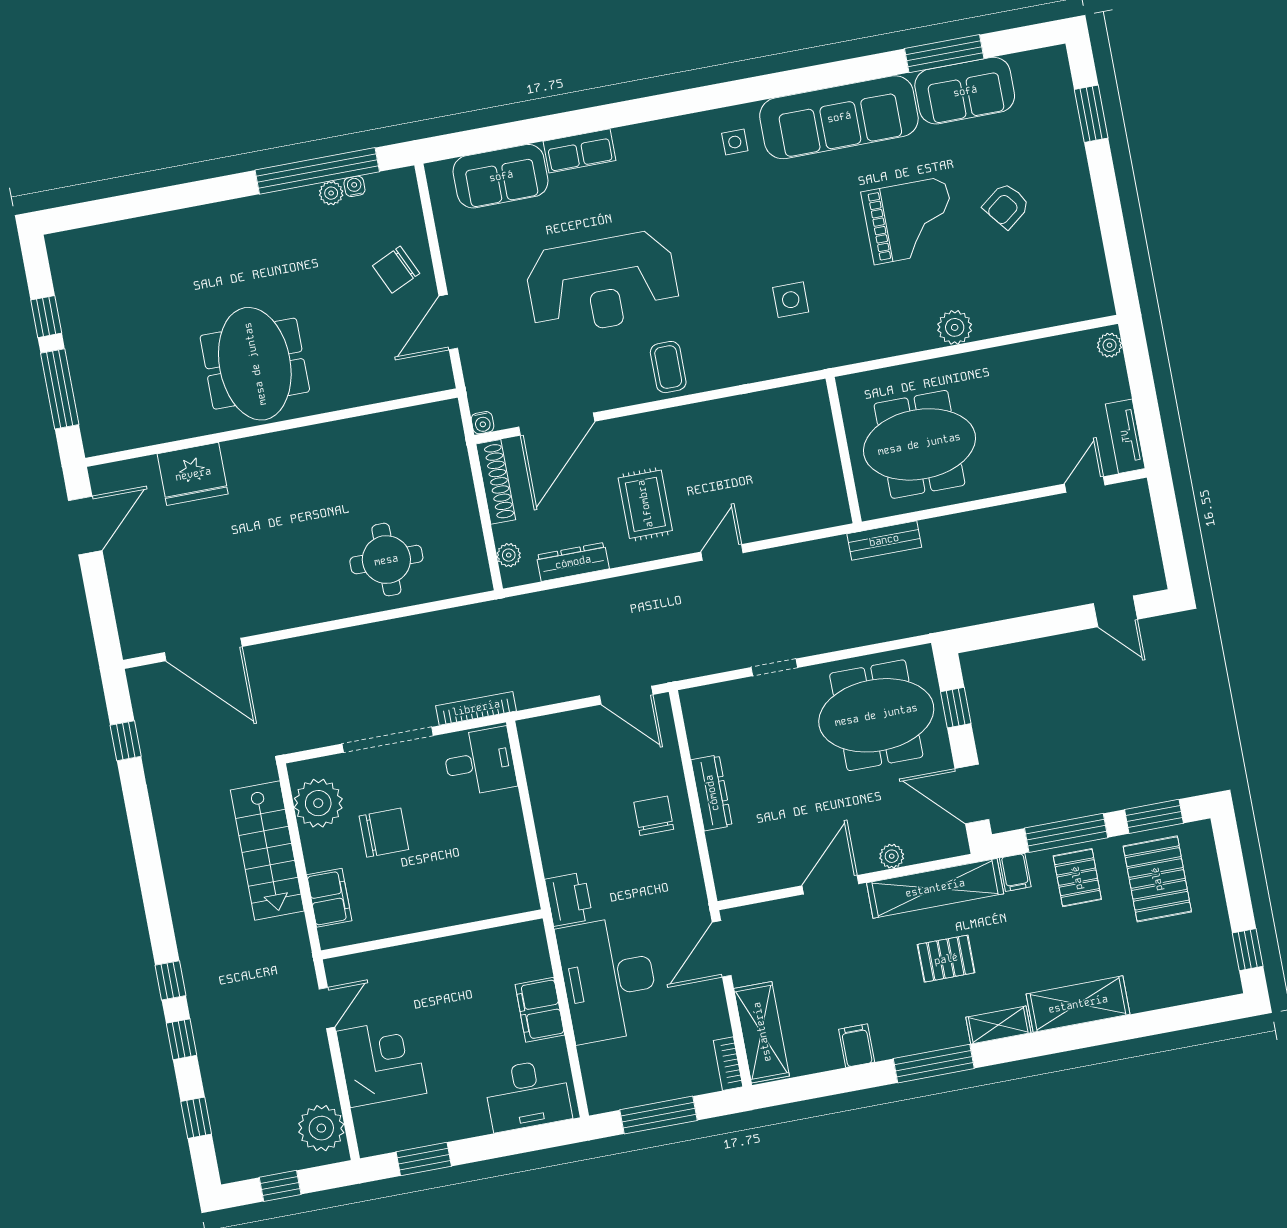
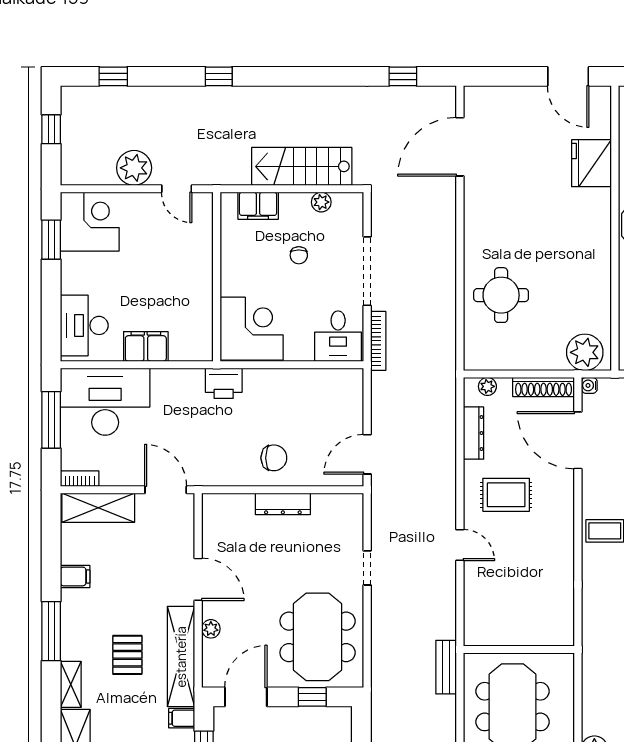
plant: (440, 437) -> (585, 352), added
plant: (318, 803) -> (321, 202), width x0.53, depth x0.53
chair: (384, 833) -> (299, 255), width x0.54, depth x0.54
corner desk: (491, 876) -> (252, 329), added
desk: (609, 979) -> (105, 402), moved
window: (181, 1039) -> (174, 76), removed
corner desk: (381, 1062) -> (90, 222), moved, turned -90
plant: (321, 1128) -> (134, 168), moved

